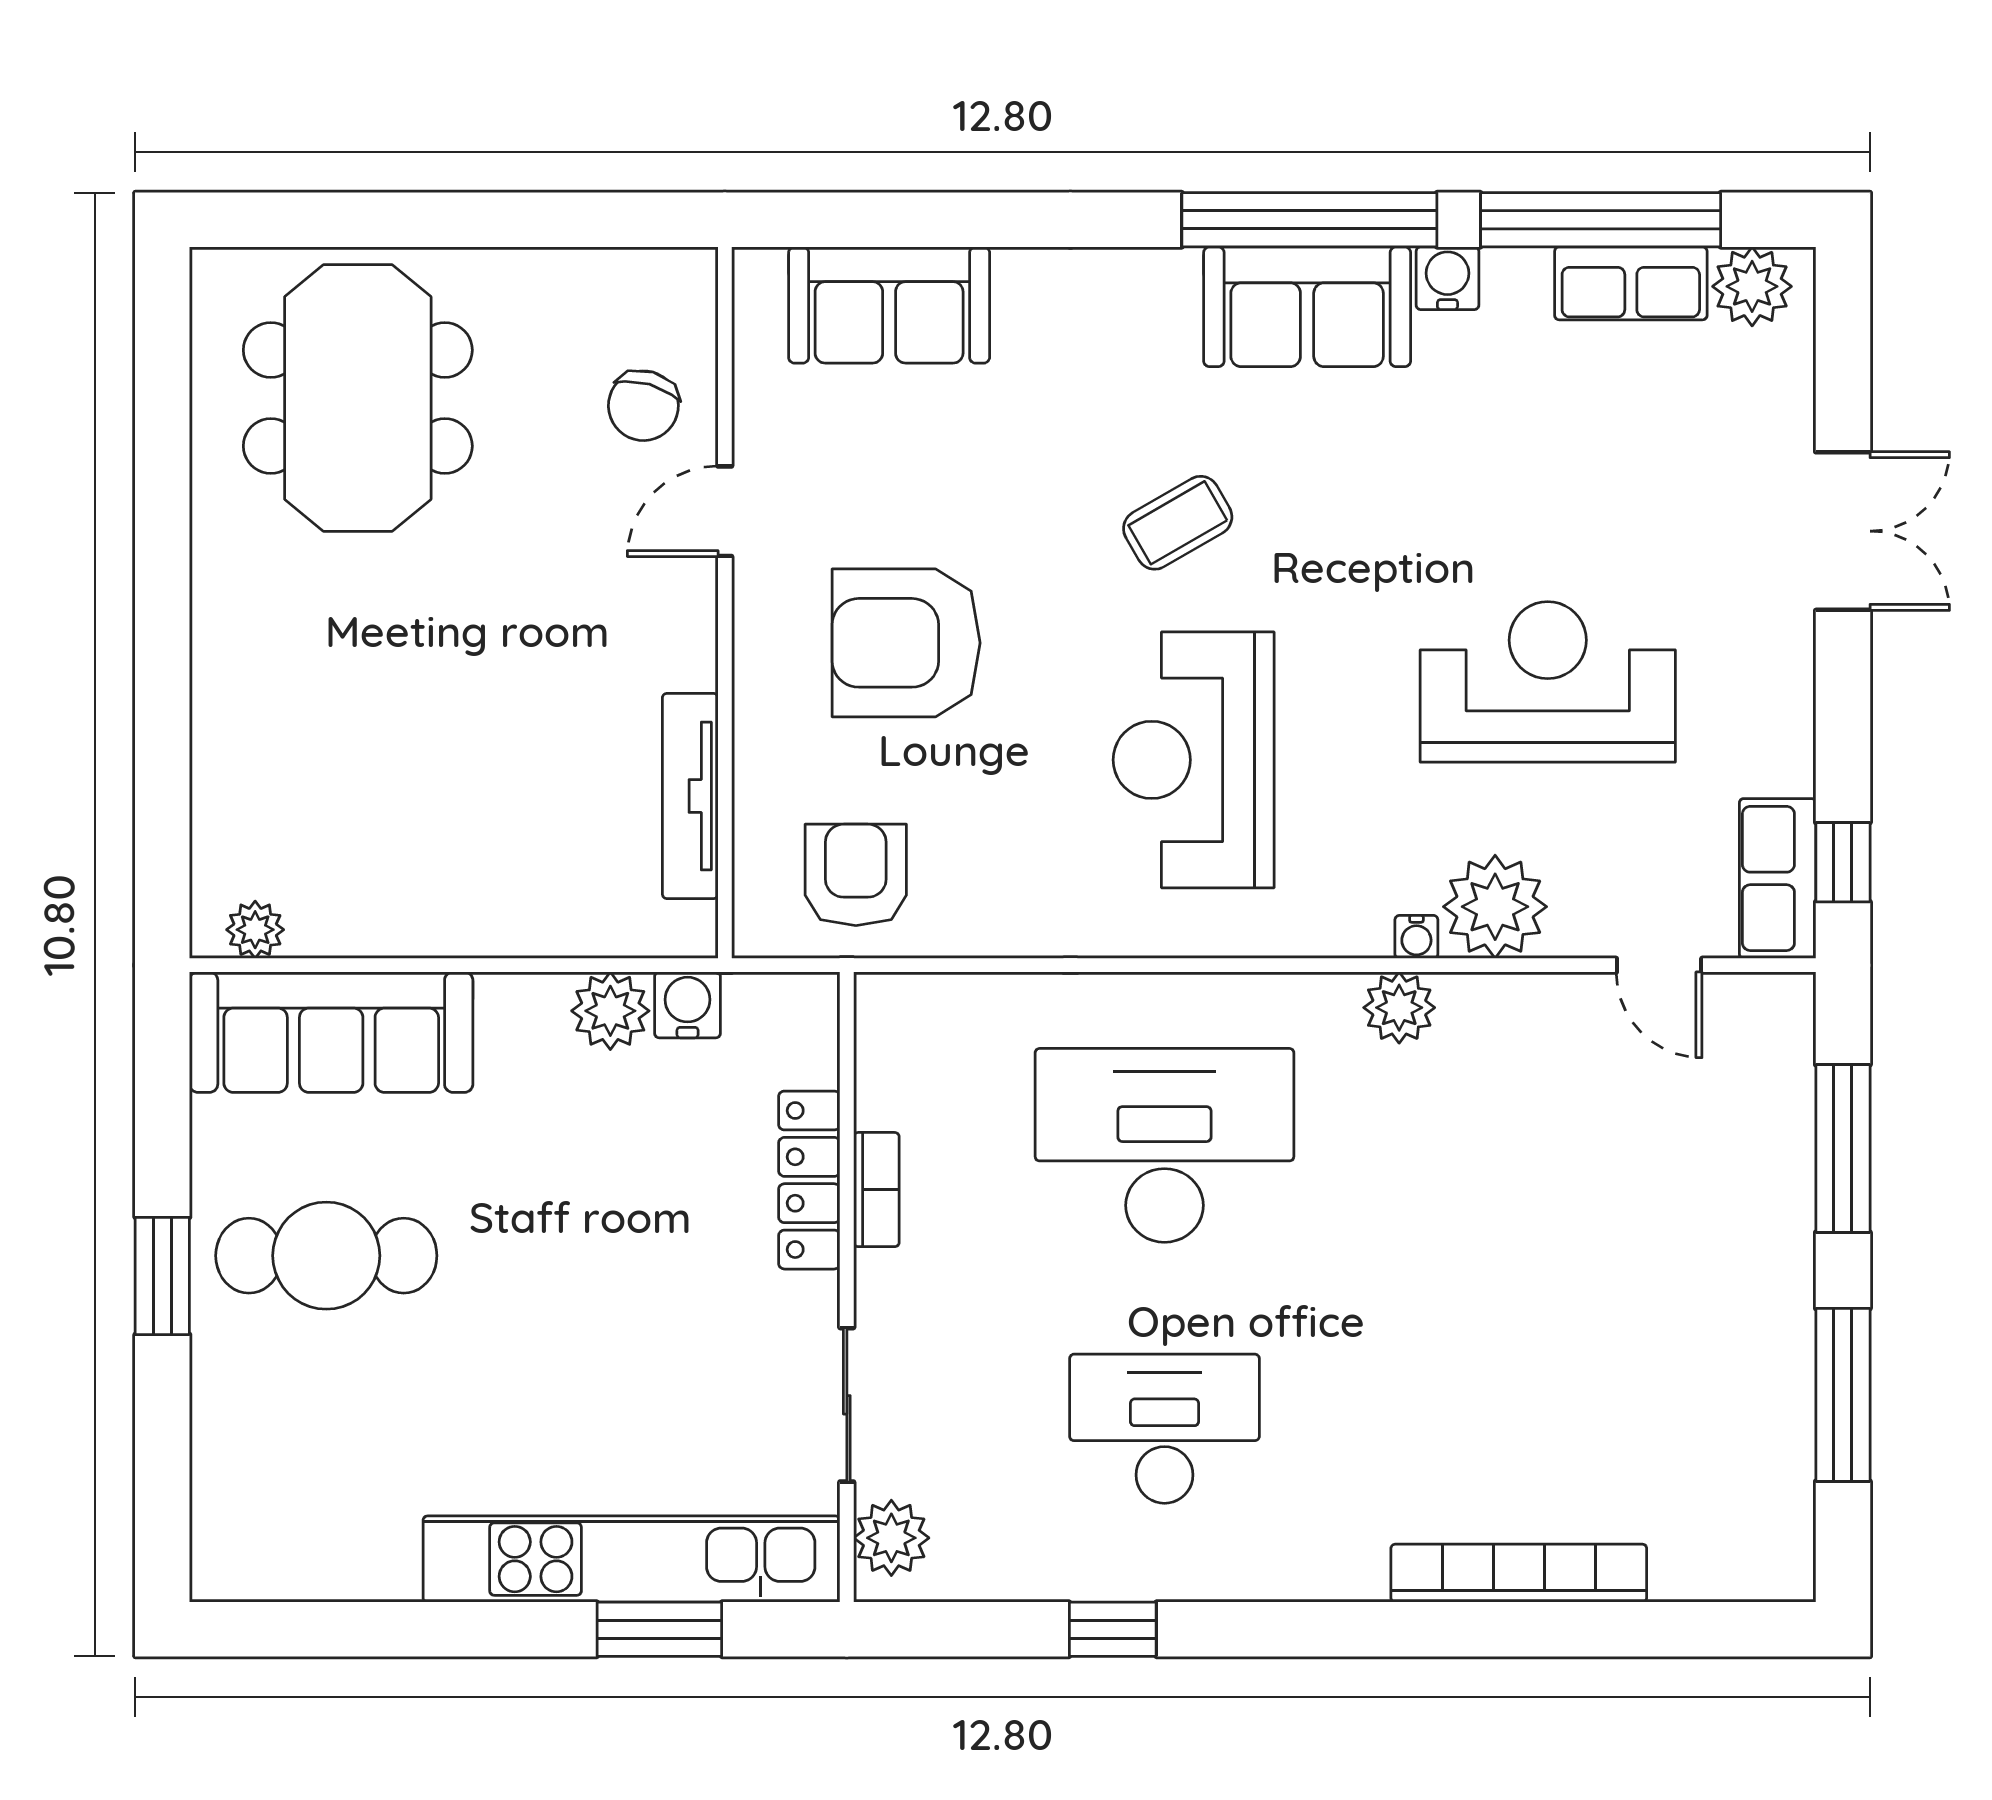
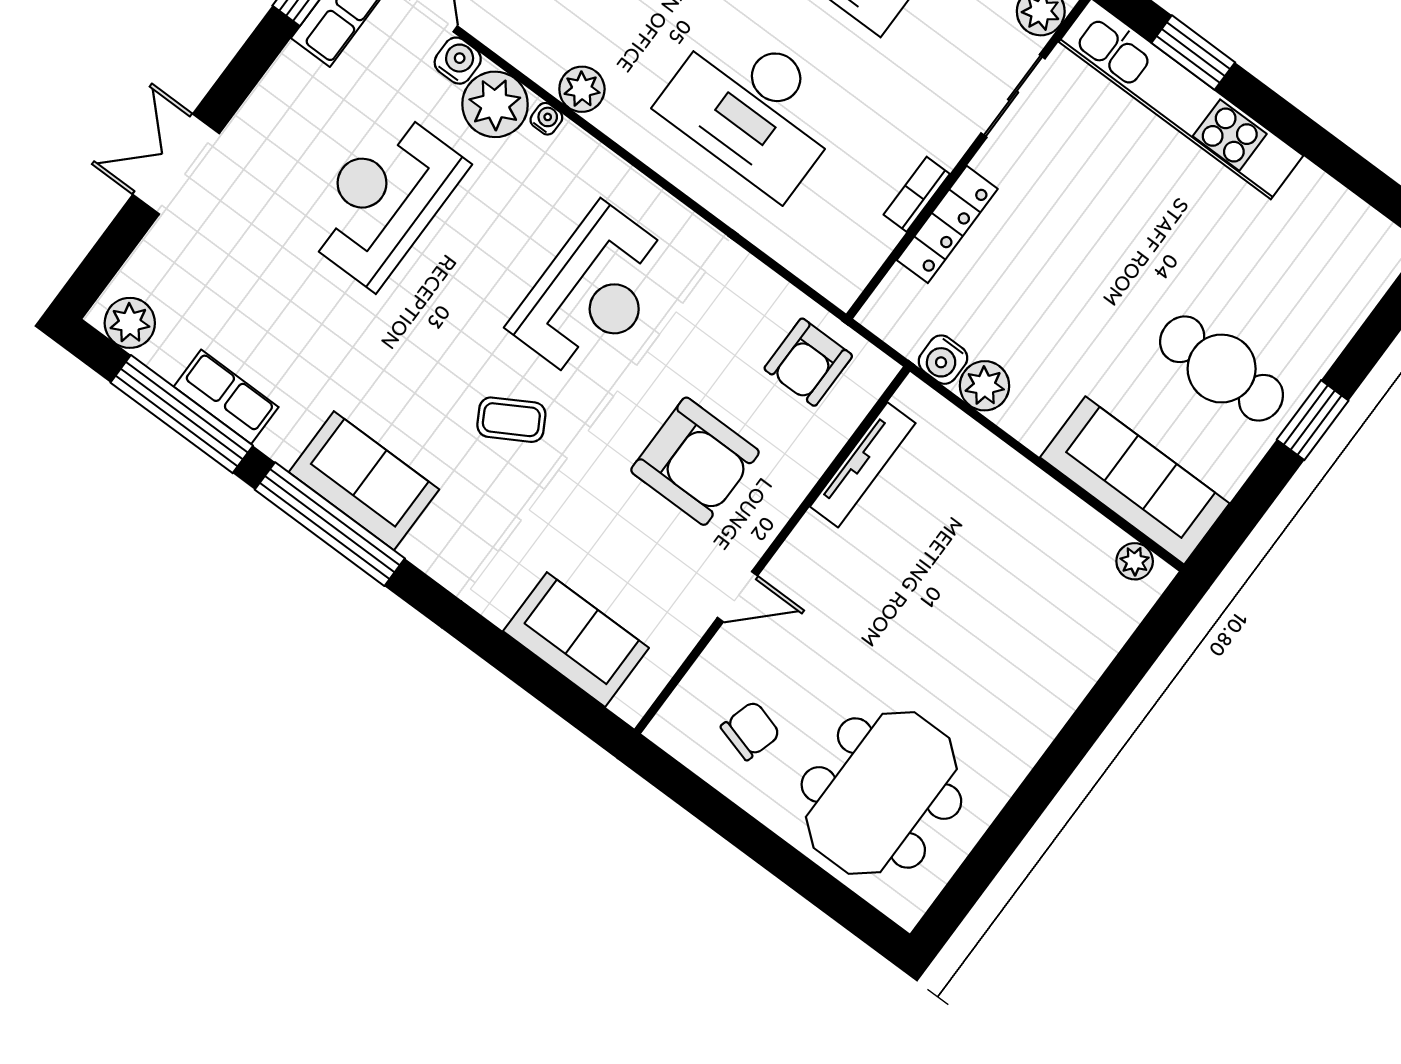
water cooler: (1447, 278) -> (458, 61), moved, turned 180
row of seats: (1631, 283) -> (226, 397), moved
chair: (643, 406) -> (751, 731), moved
reception desk: (1548, 682) -> (383, 199), turned 90

